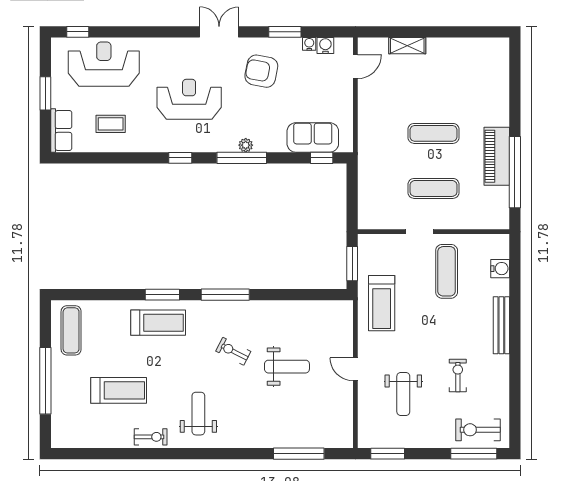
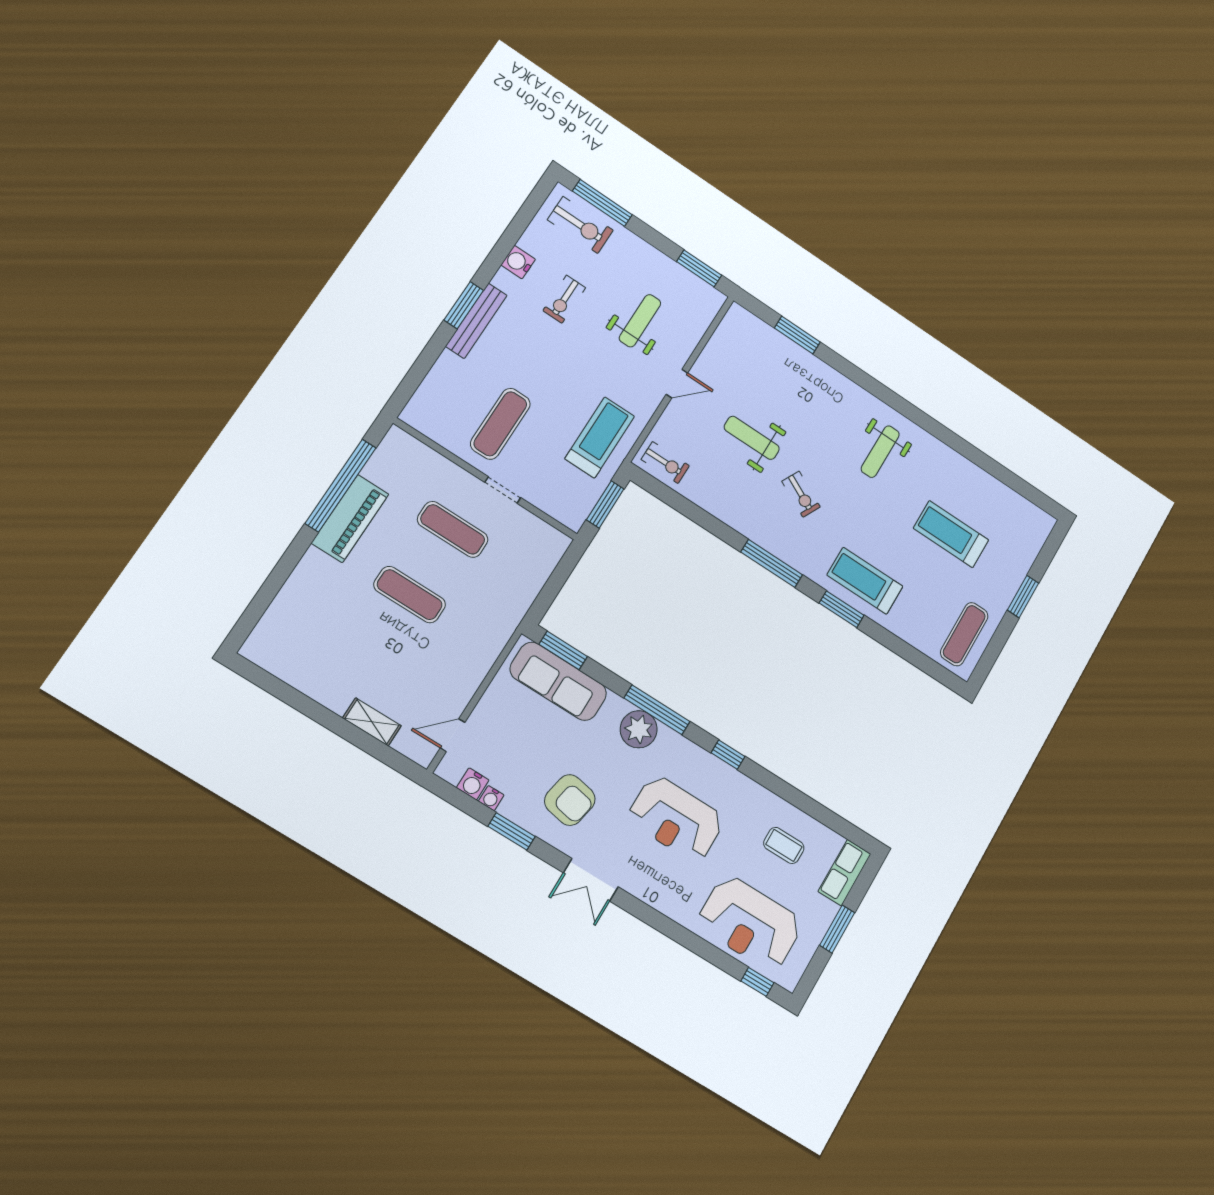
sofa: (313, 137) -> (558, 681), width x1.36
plant: (246, 145) -> (639, 729), width x1.88, depth x1.88
window: (322, 158) -> (563, 650), width x1.50
water cooler: (500, 269) -> (518, 262), moved
window: (515, 330) -> (464, 305), added
door: (355, 369) -> (677, 384), hinge flipped
window: (45, 381) -> (1023, 597), width x0.47
exercise bike: (151, 437) -> (665, 463), moved, turned 180
window: (299, 454) -> (797, 335), width x0.69

